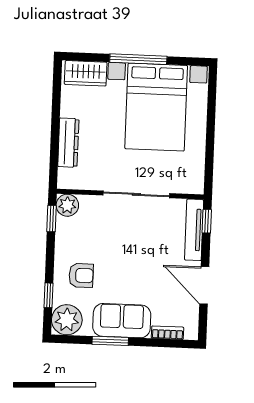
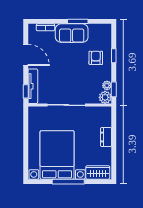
dresser: (68, 143) -> (106, 137), width x0.70
armchair: (81, 275) -> (96, 58), turned 90
window: (48, 295) -> (114, 56), moved
plant: (67, 320) -> (107, 85), moved, width x0.53, depth x0.53

